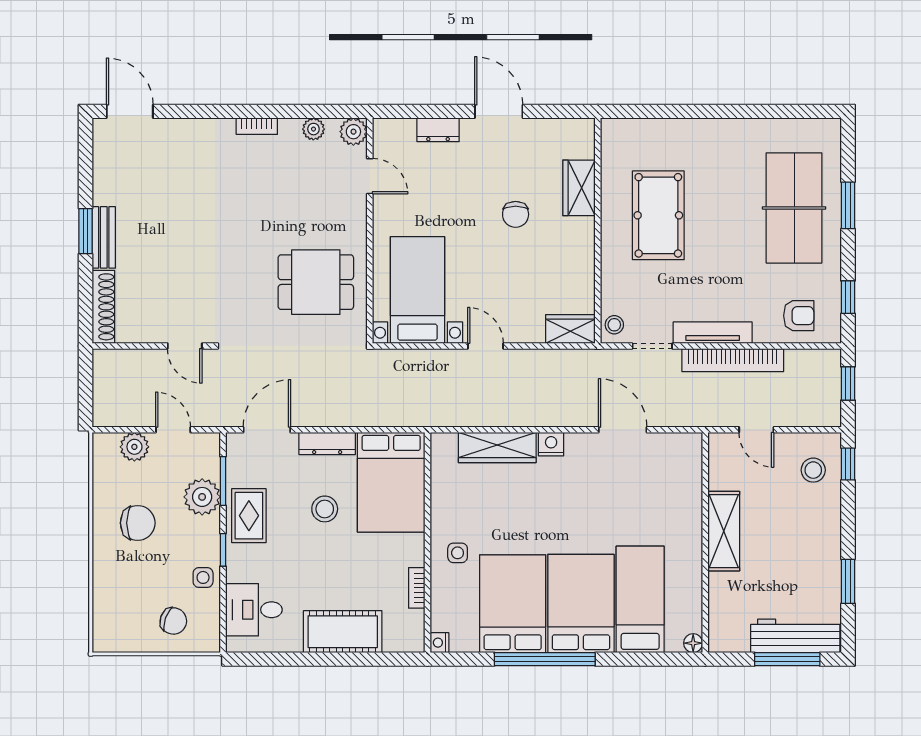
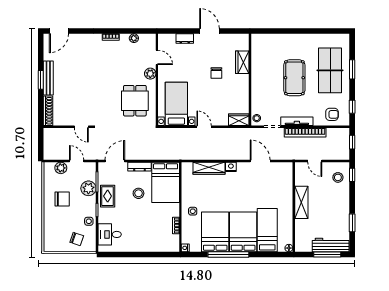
door: (130, 111) -> (59, 31), swing flipped
plant: (353, 132) -> (150, 74), moved
pool table: (658, 215) -> (294, 78), moved
bench: (104, 237) -> (48, 78), width x1.36
dining table: (316, 282) -> (135, 101), turned 90
cot: (343, 632) -> (146, 243), removed

